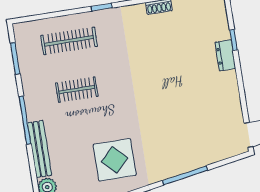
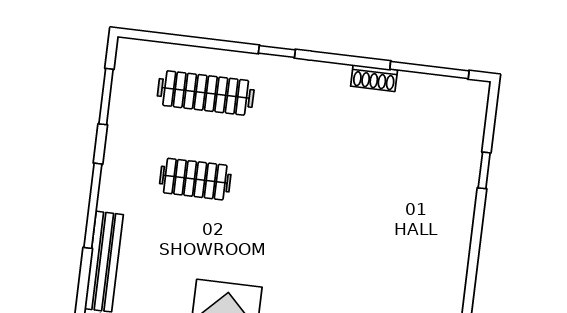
dresser: (225, 55) -> (463, 193), removed

